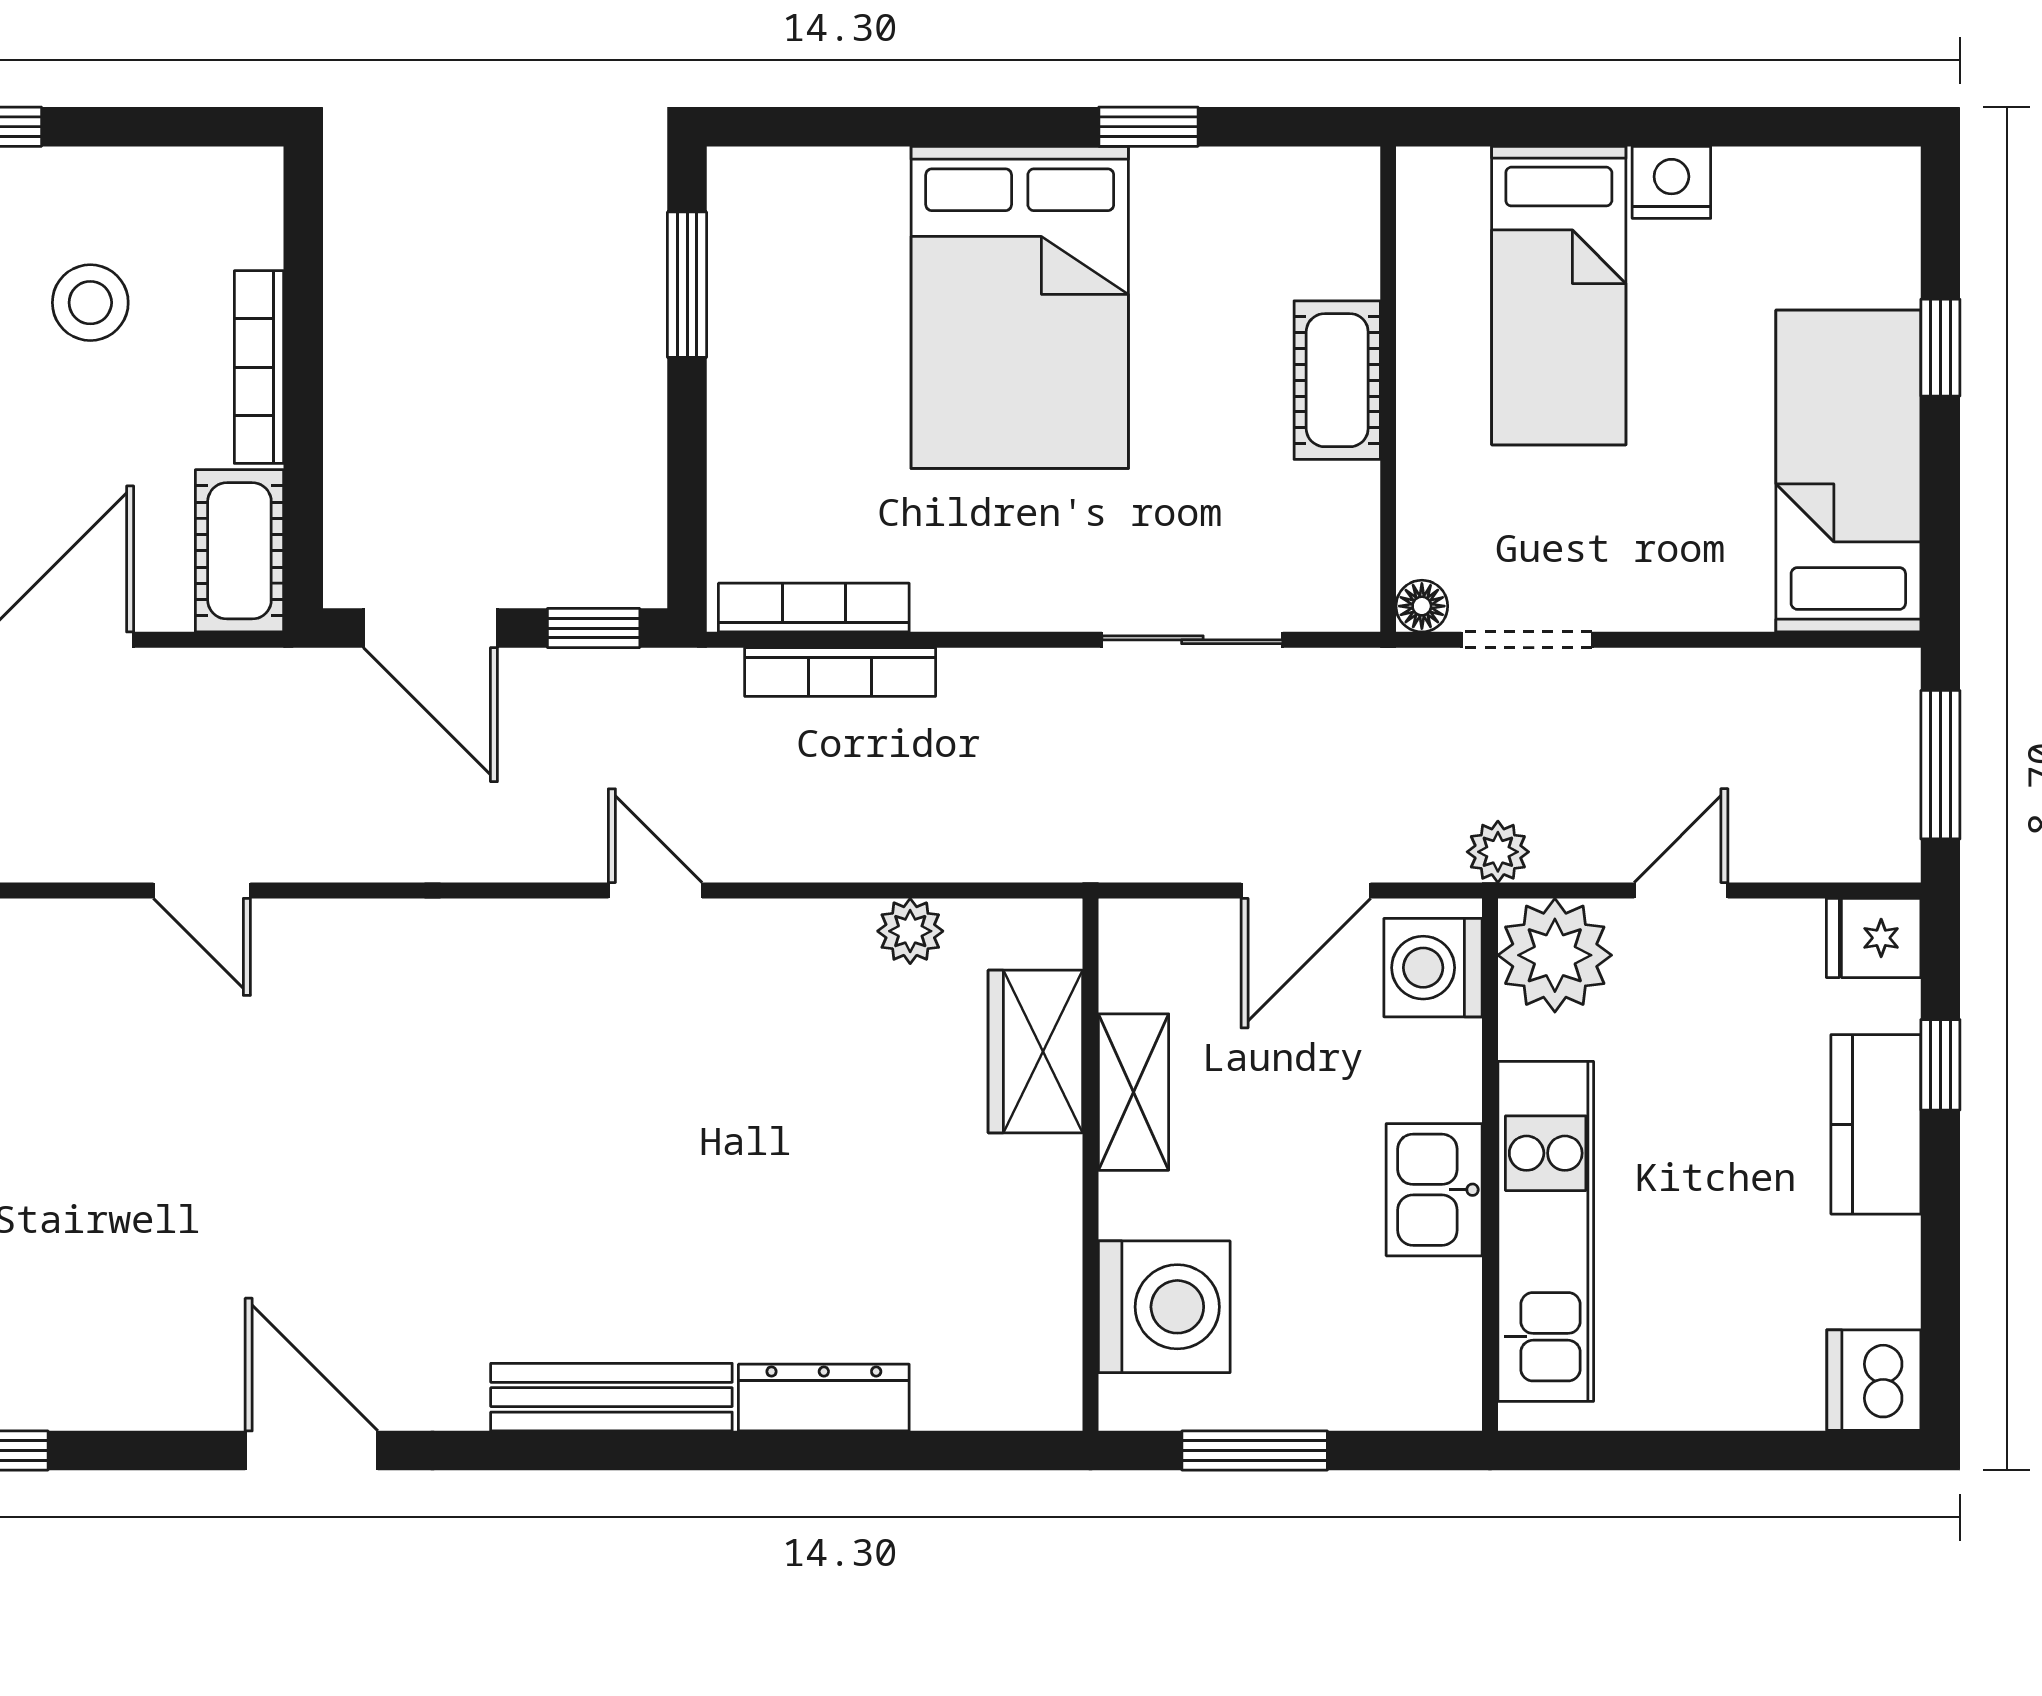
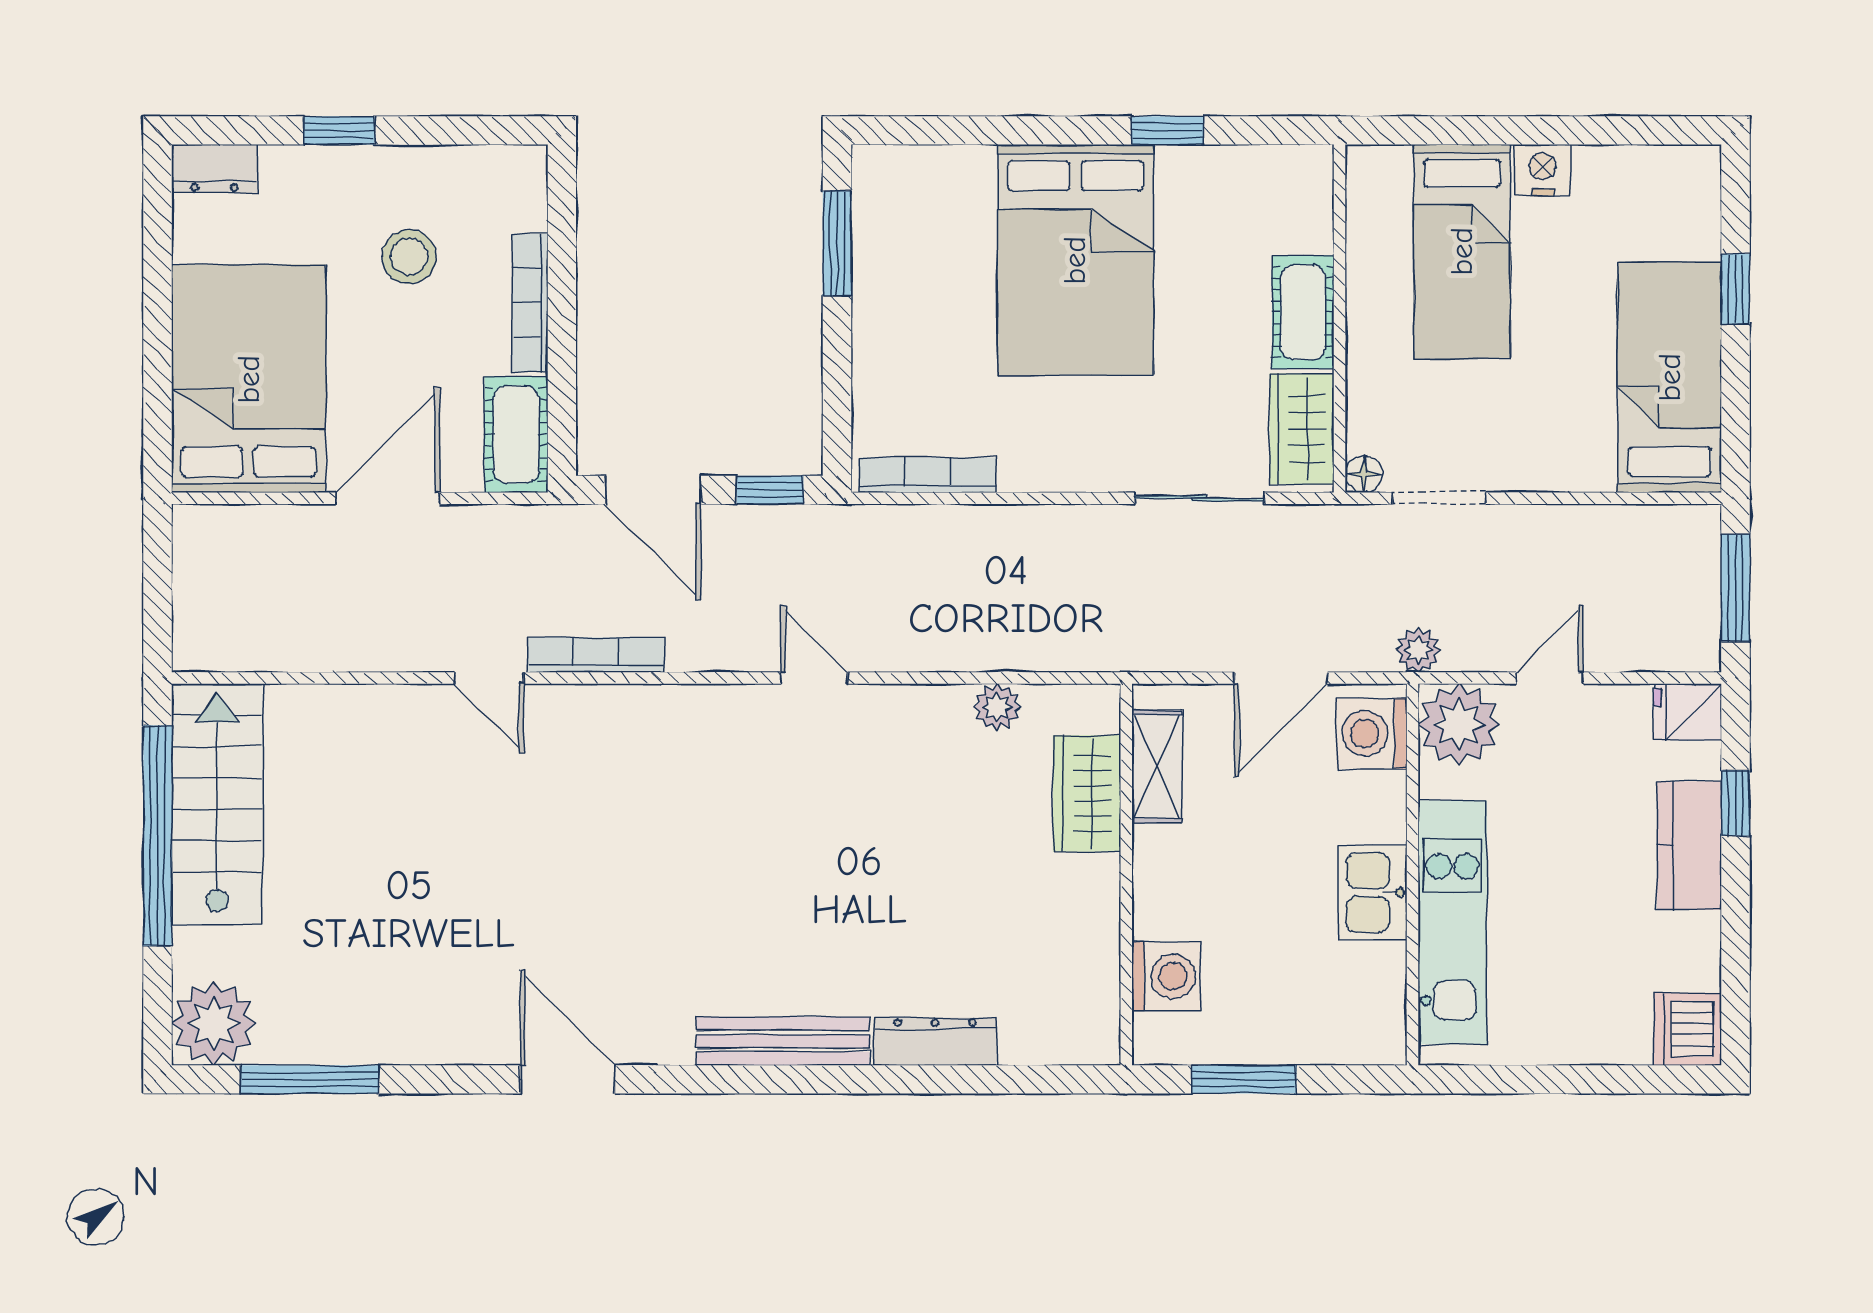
wardrobe: (1335, 543) -> (1302, 429), added
bookcase: (840, 672) -> (596, 655), moved, turned 180
shelving: (1133, 1092) -> (1157, 767), moved
washing machine: (1164, 1307) -> (1166, 976), width x0.73, depth x0.73

